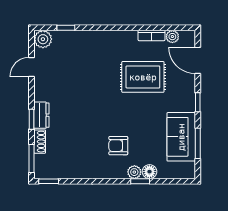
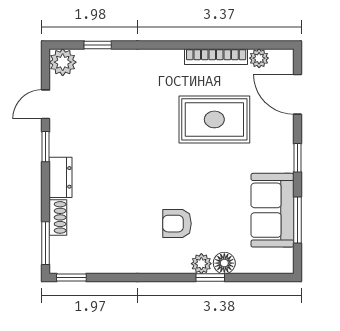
bookcase: (151, 36) -> (216, 57), width x1.56
window: (32, 119) -> (46, 147), moved

